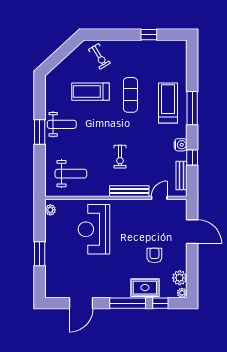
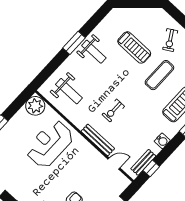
exercise bike: (99, 56) -> (170, 40), moved
treadmill: (90, 92) -> (134, 47), turned 180
window: (192, 157) -> (151, 168), moved
plant: (50, 210) -> (35, 106), width x1.88, depth x1.88

